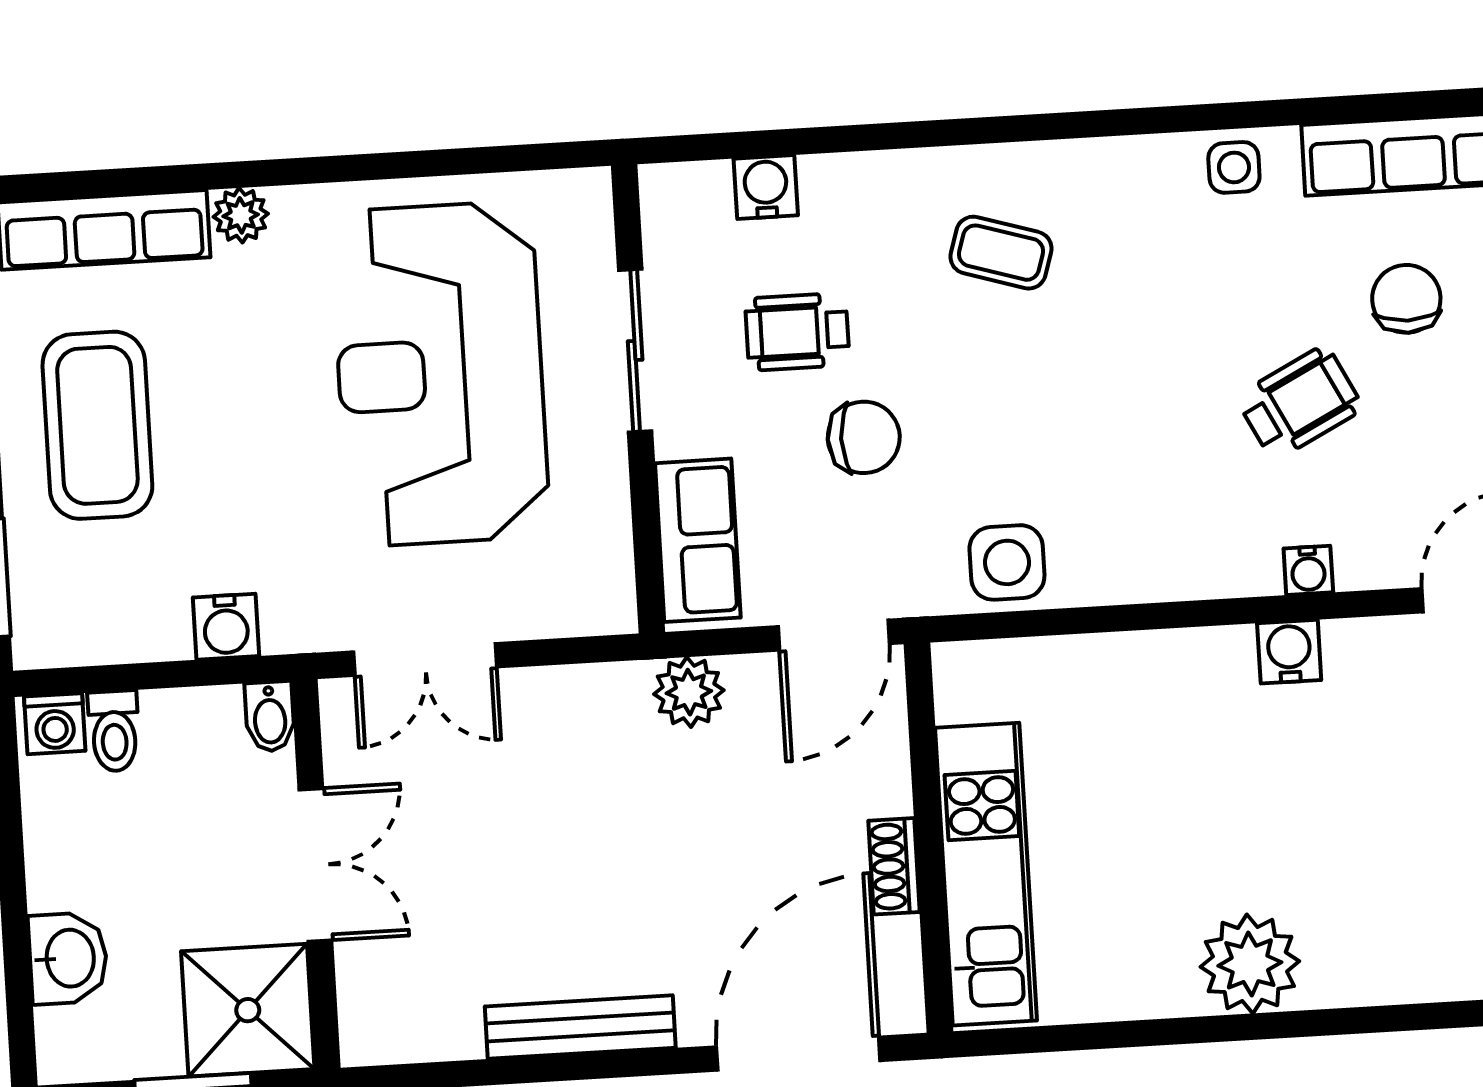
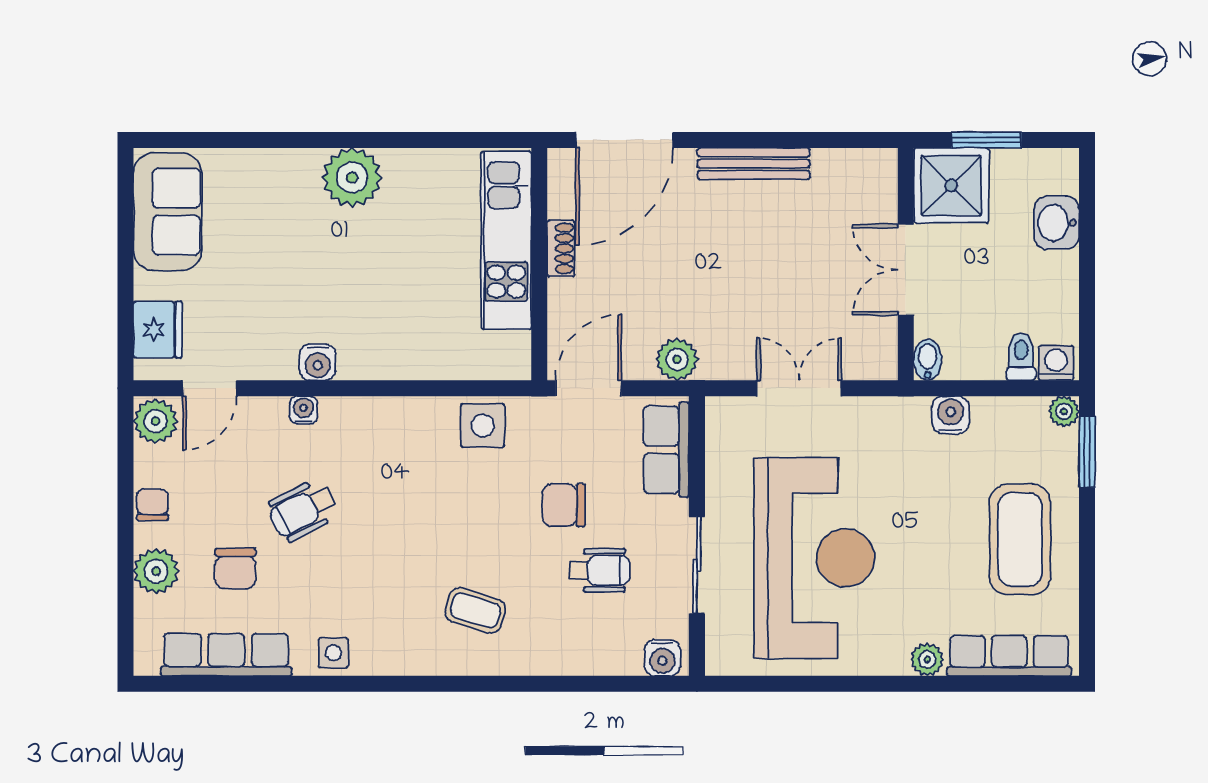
water cooler: (766, 187) -> (662, 658), moved
plant: (37, 644) -> (1064, 411), added
double door: (425, 659) -> (799, 388), moved

